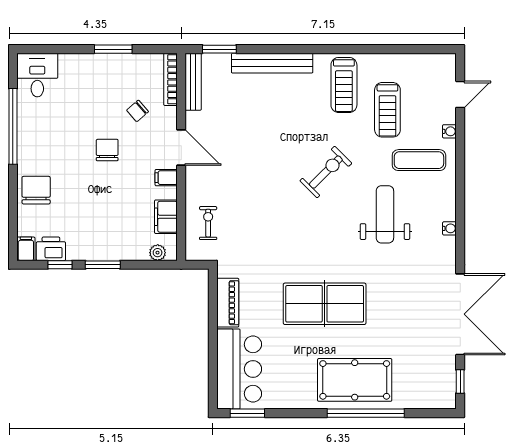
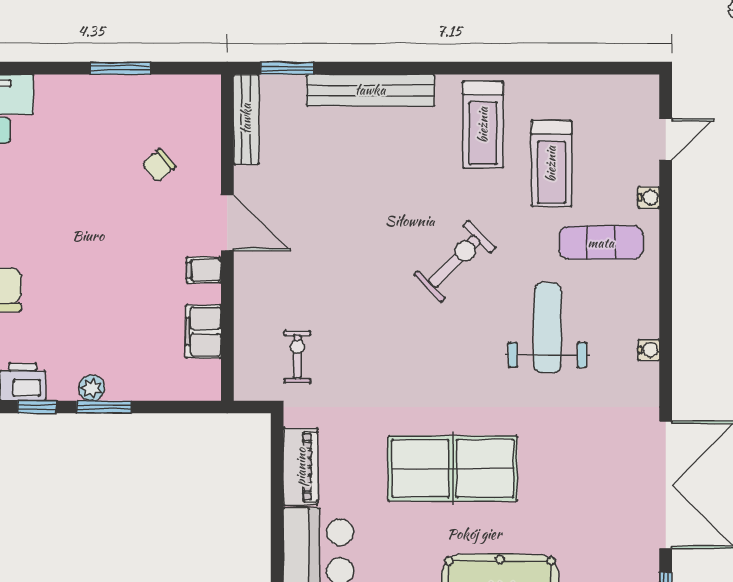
bookcase: (170, 79) -> (211, 116), removed
chair: (107, 150) -> (111, 227), removed
exercise bike: (208, 223) -> (297, 357), moved
plant: (158, 253) -> (92, 388), moved

